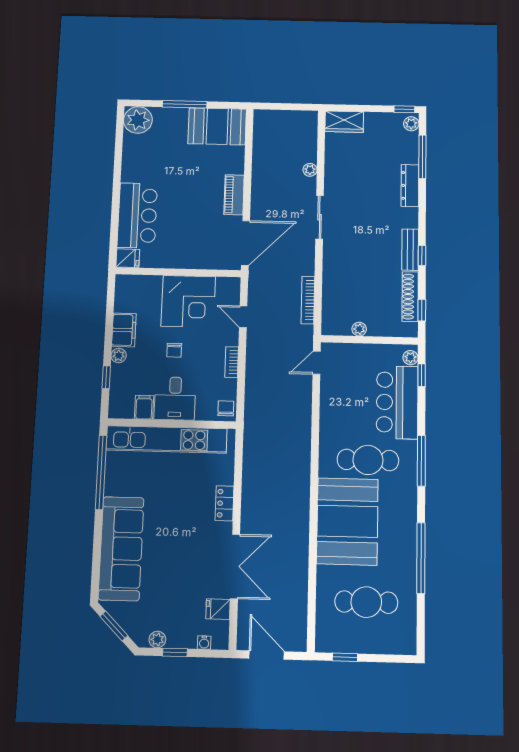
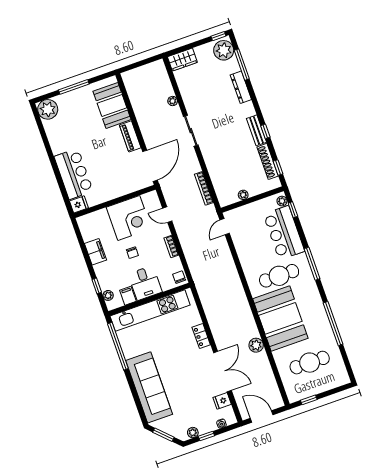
plant: (411, 124) -> (224, 50), width x1.87, depth x1.87
booth: (217, 126) -> (112, 105), moved, turned 90
plant: (119, 355) -> (108, 295), moved
plant: (298, 547) -> (256, 345), added

